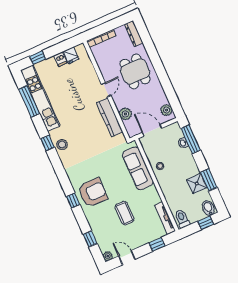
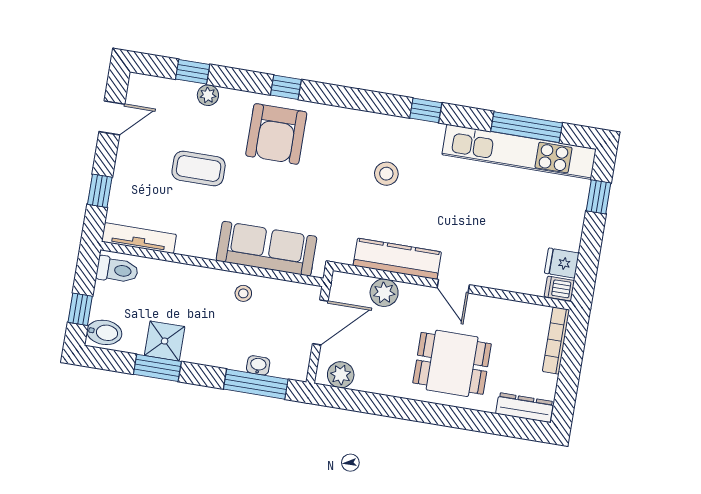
dishwasher: (60, 59) -> (559, 289), moved
stool: (62, 145) -> (386, 174), moved
plant: (108, 256) -> (208, 95), moved

